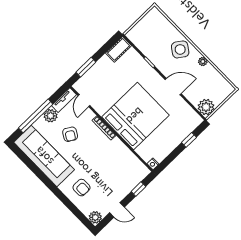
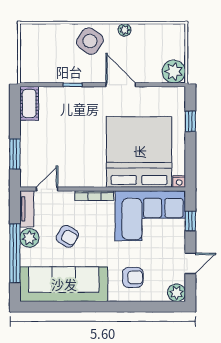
door: (173, 87) -> (121, 85), hinge flipped
door: (84, 101) -> (47, 189), swing flipped
bed: (135, 116) -> (139, 152), moved
corner sofa: (121, 166) -> (150, 216), added

